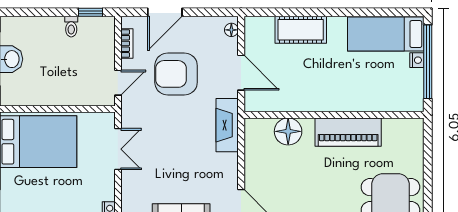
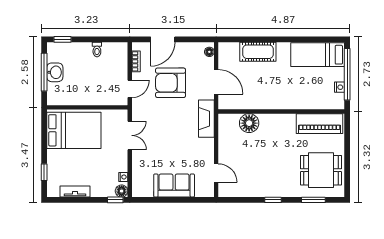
window: (90, 12) -> (63, 39), moved
nightstand: (417, 60) -> (339, 87), moved
piano: (348, 132) -> (320, 124), moved

